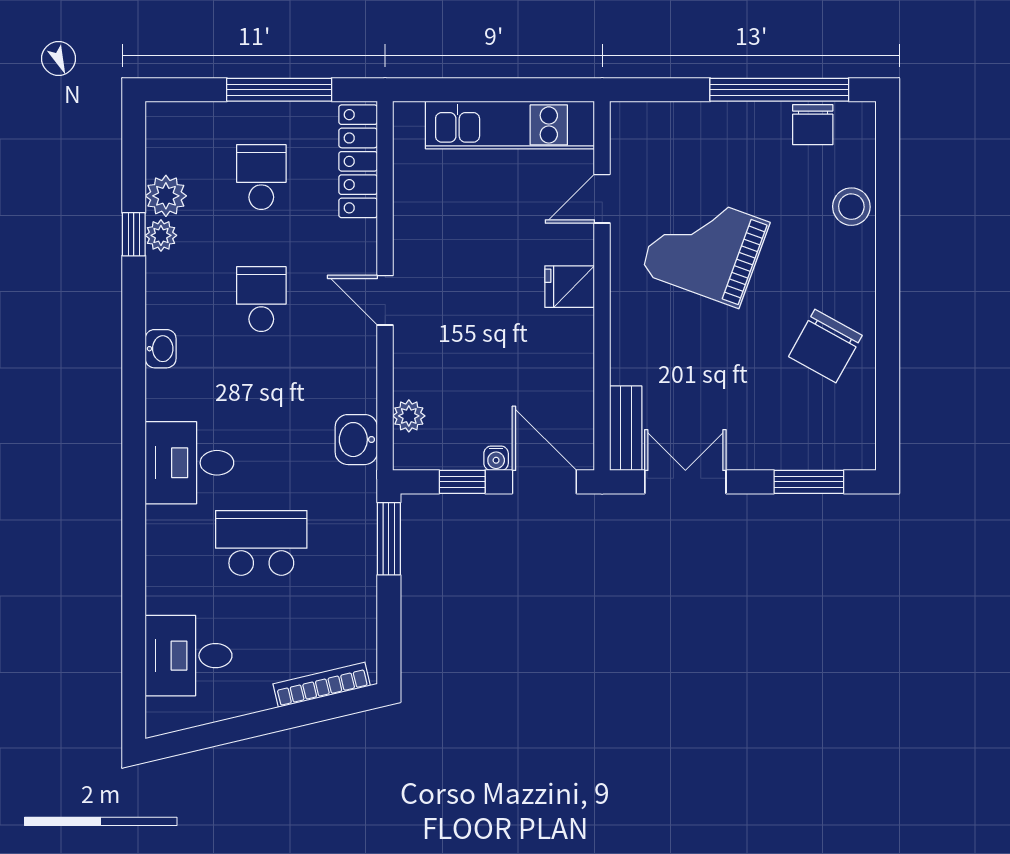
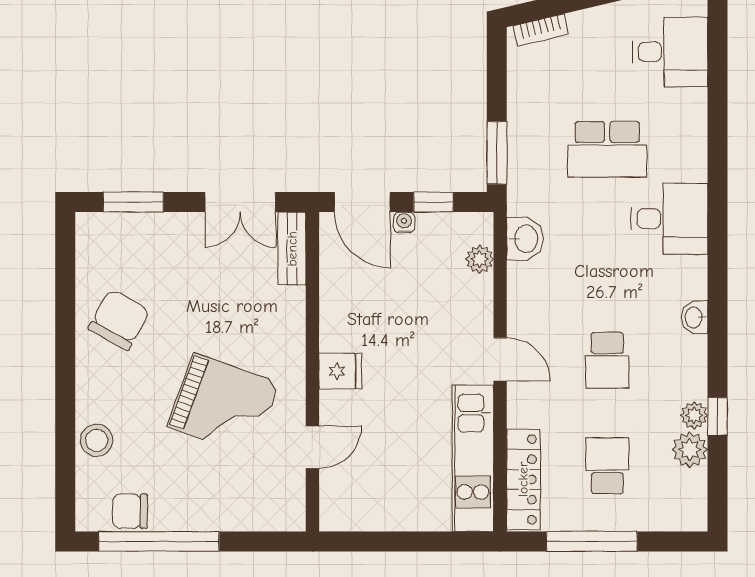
kitchen unit: (510, 125) -> (473, 458), moved, turned -90
chair: (813, 125) -> (130, 511), turned -90
school desk: (261, 177) -> (607, 466), turned 180
bookcase: (322, 685) -> (541, 30), width x0.64

